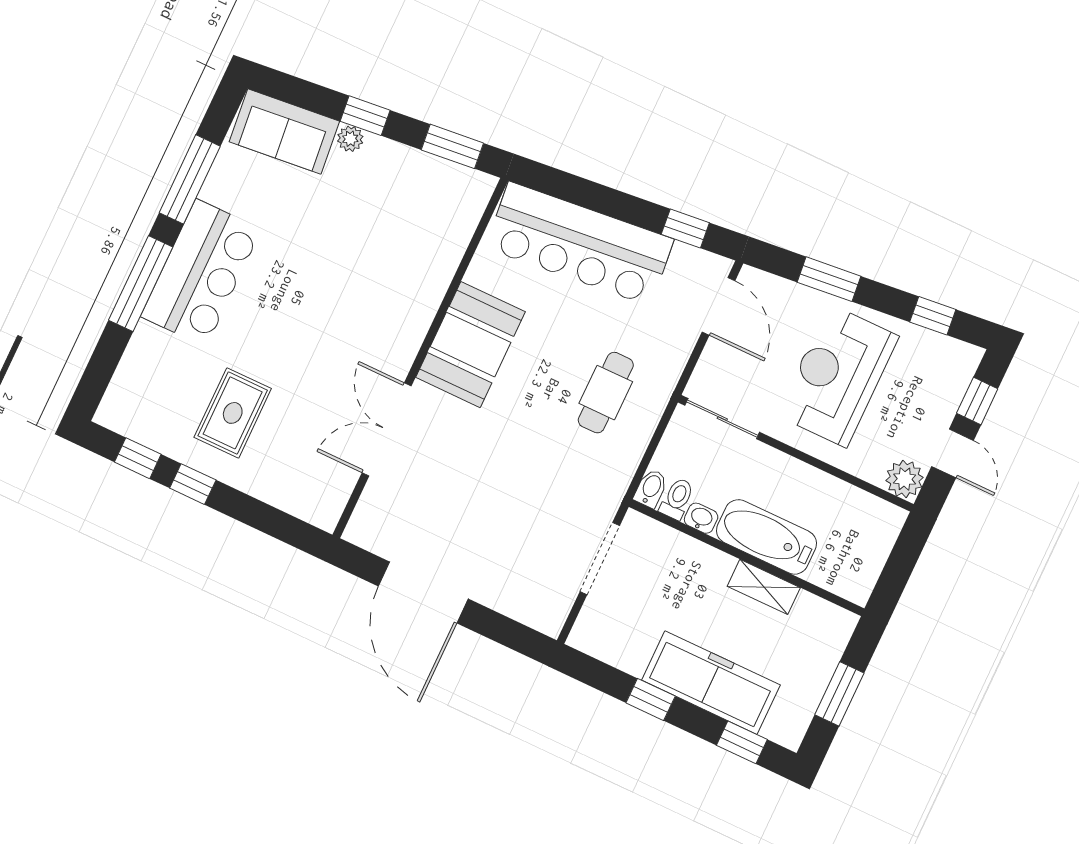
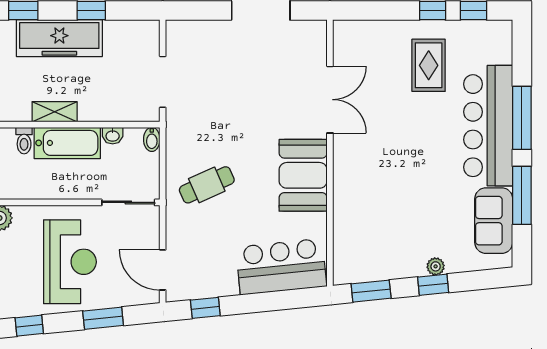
sofa: (284, 131) -> (494, 221), moved, turned -84
bar counter: (580, 244) -> (281, 267), width x0.73
bar counter: (201, 273) -> (488, 126), width x1.36
cafe table: (606, 393) -> (207, 185), turned 66
toilet: (677, 499) -> (24, 141), moved

